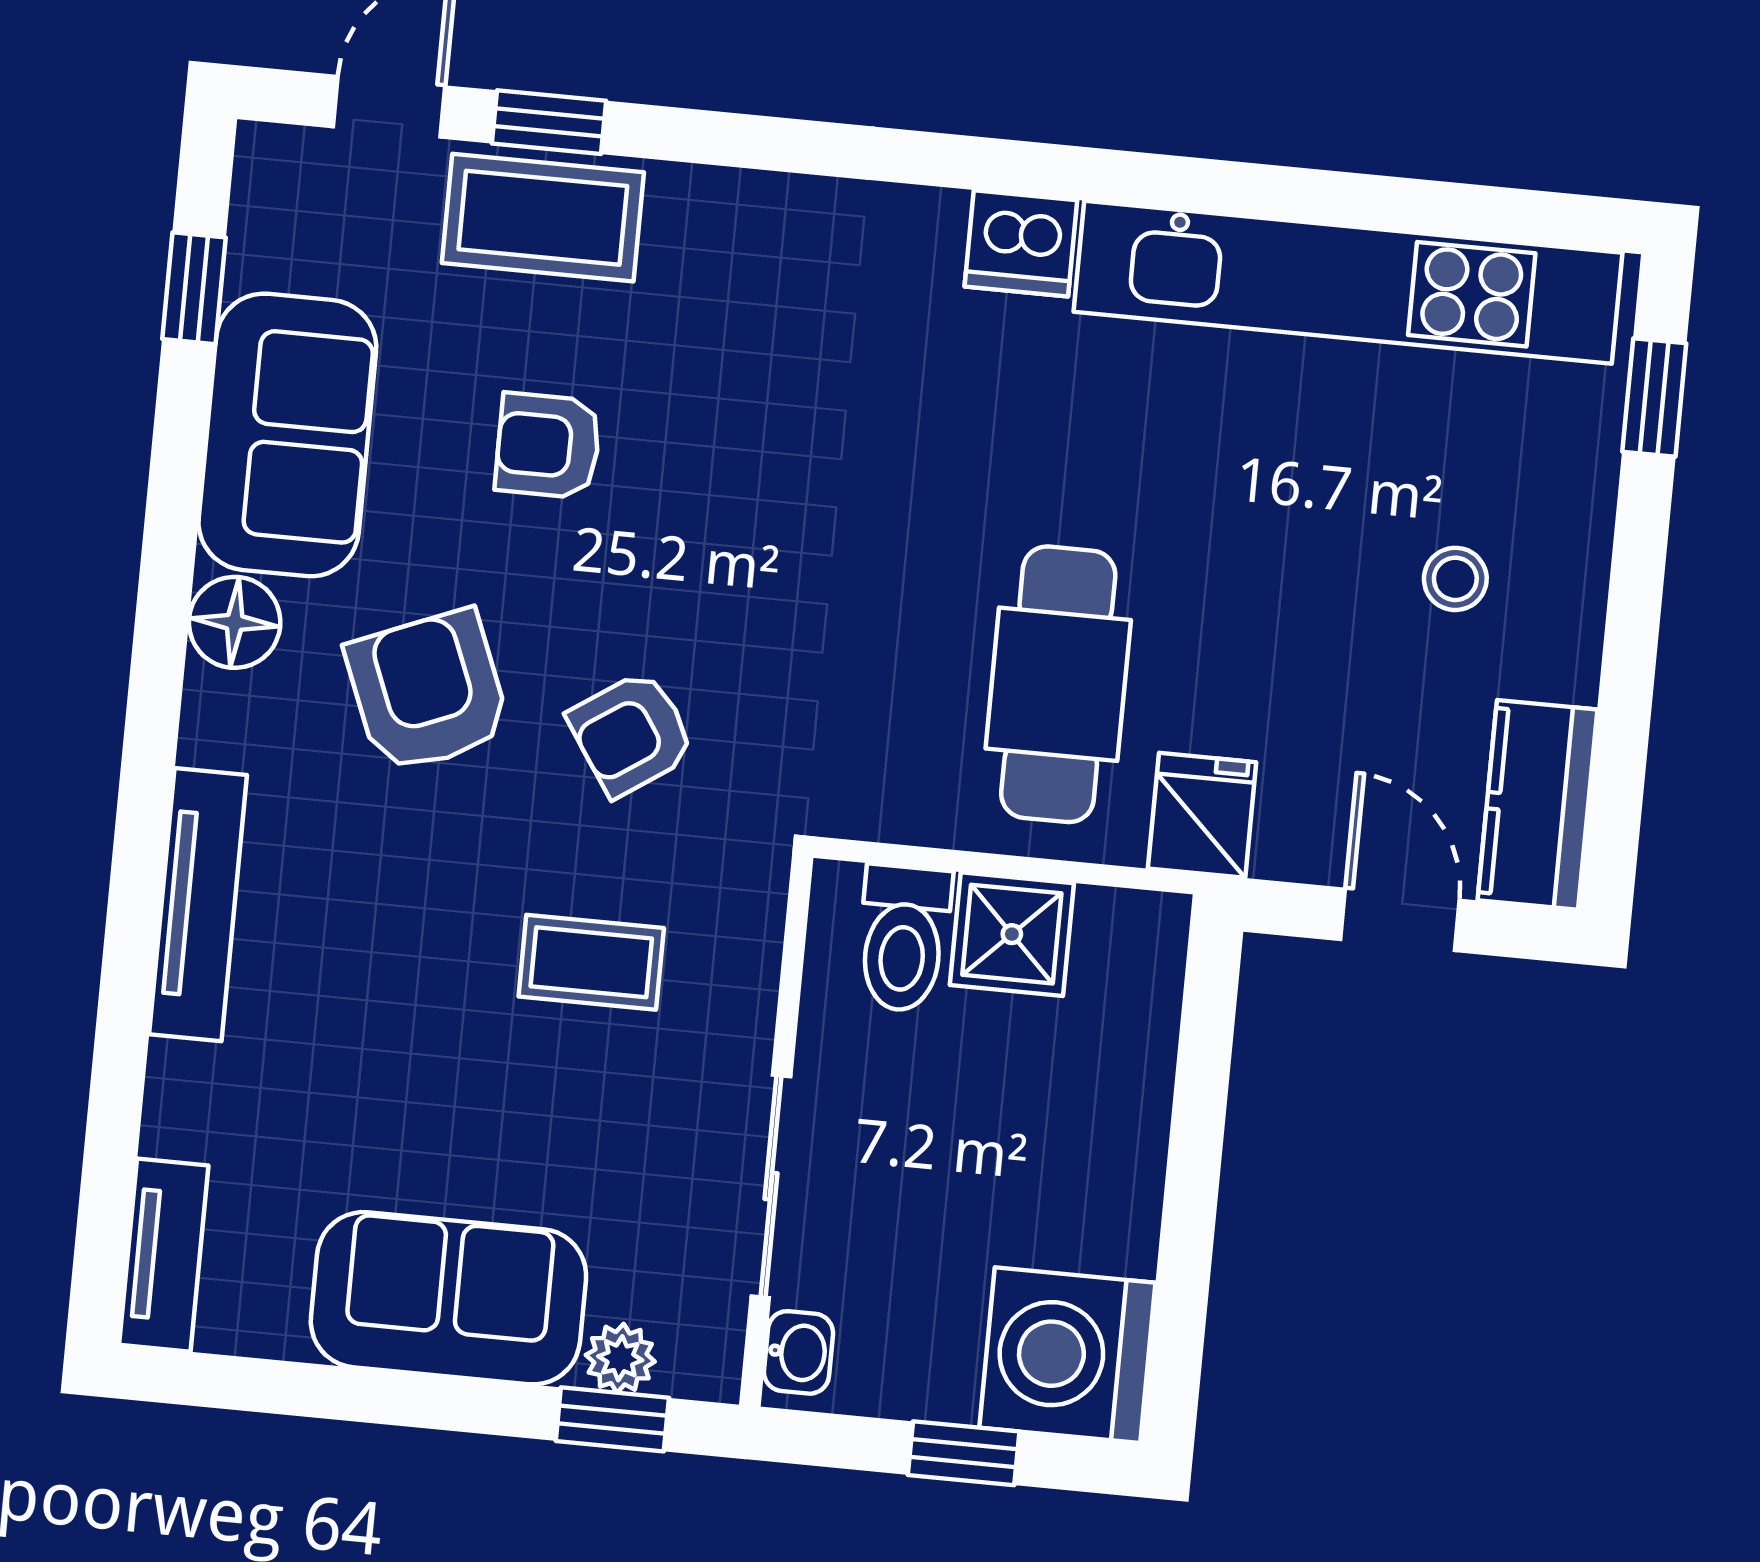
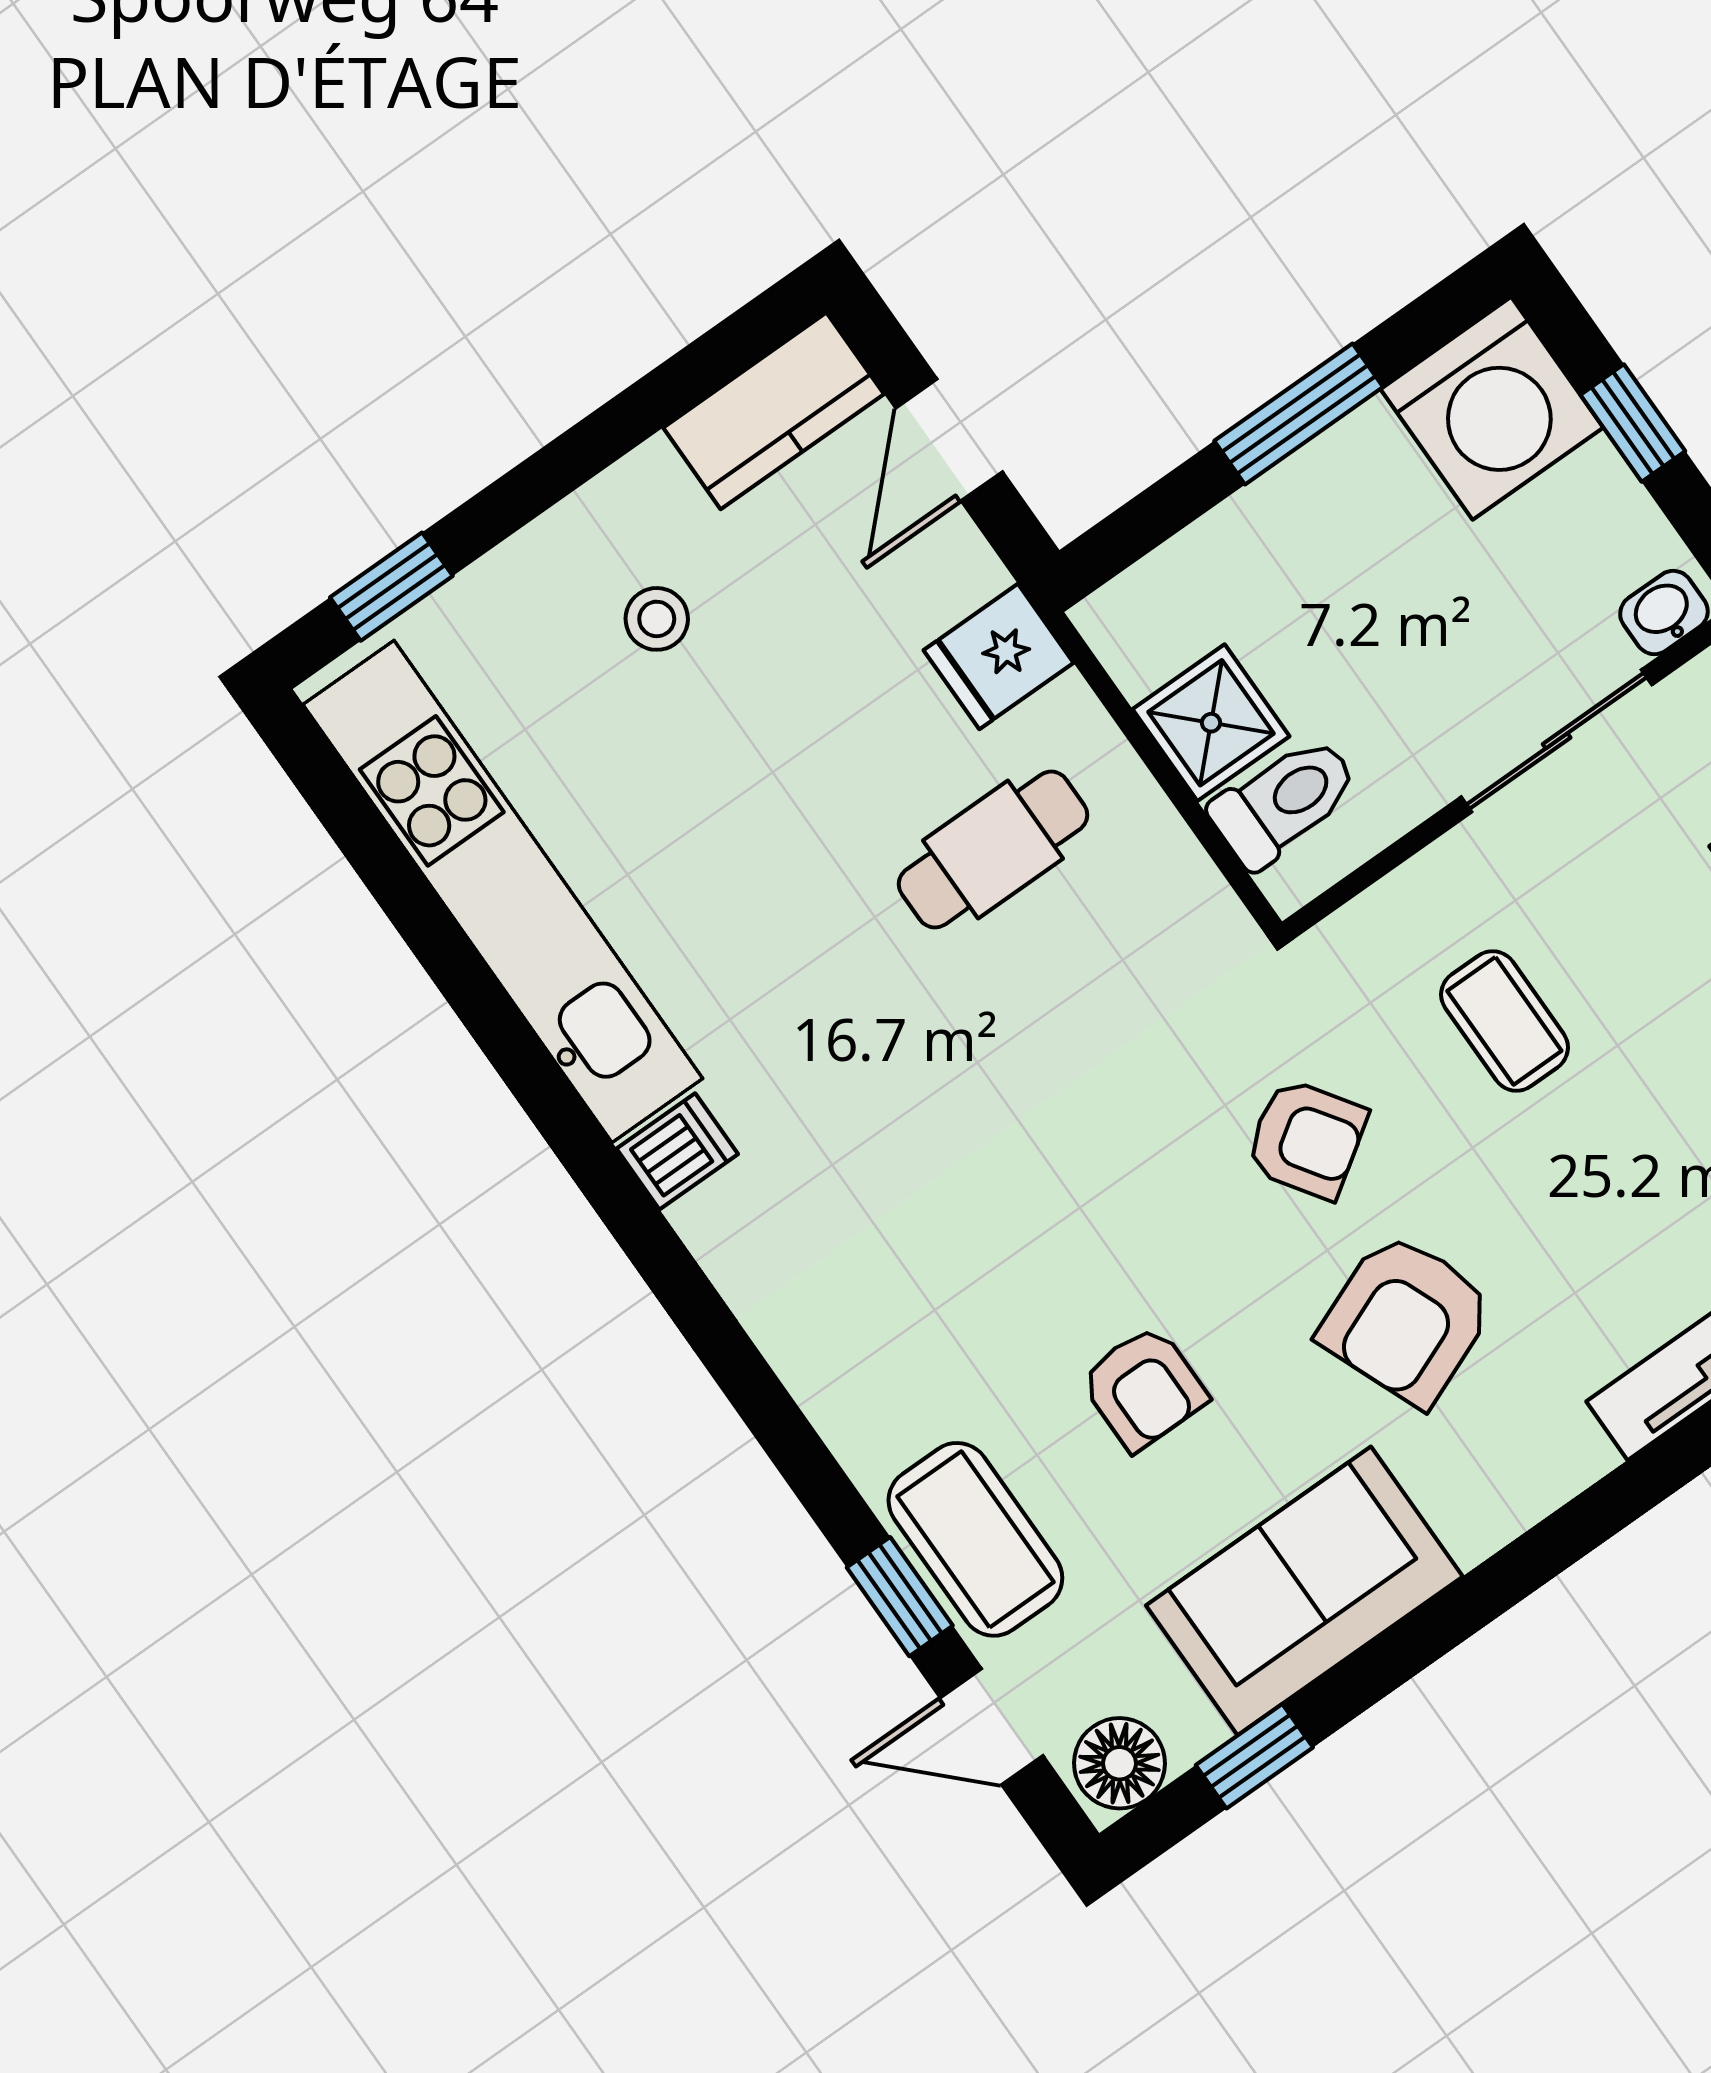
dishwasher: (1021, 243) -> (677, 1151), width x0.73
floor lamp: (235, 622) -> (1120, 1763), moved
cafe table: (1058, 684) -> (993, 850), width x0.73, depth x0.74
window: (1190, 1204) -> (1299, 414), added

